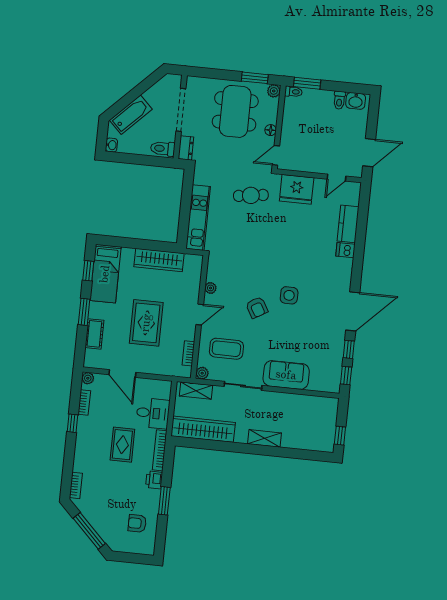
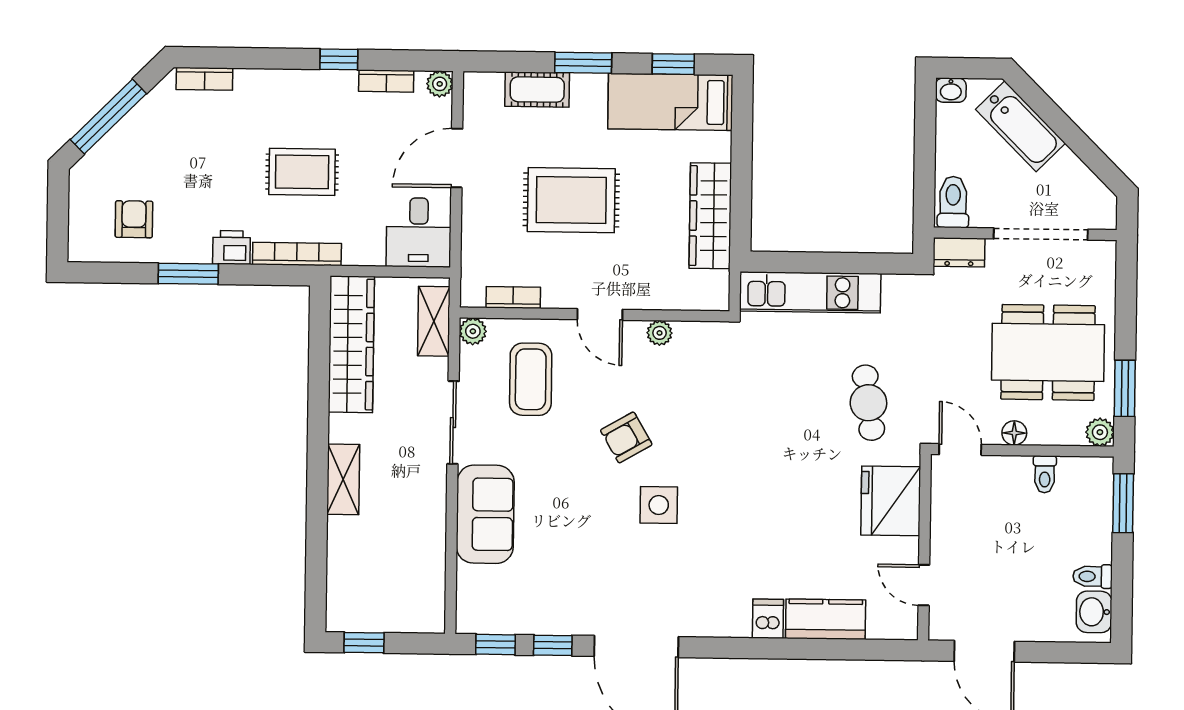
toilet: (293, 92) -> (1045, 474), moved
desk: (153, 413) -> (419, 232), moved

